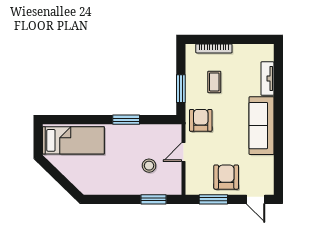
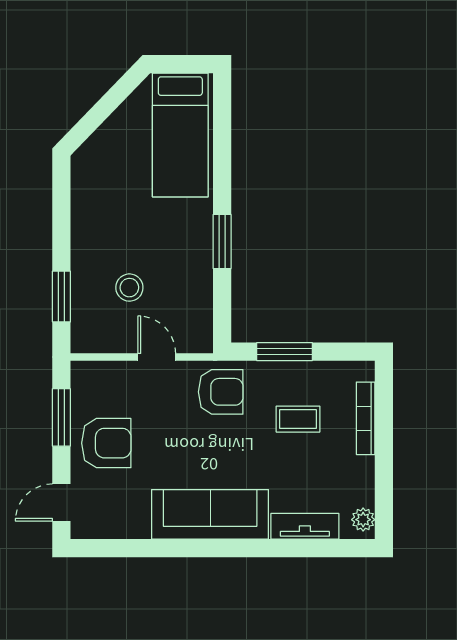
plant: (264, 50) -> (363, 520), added

